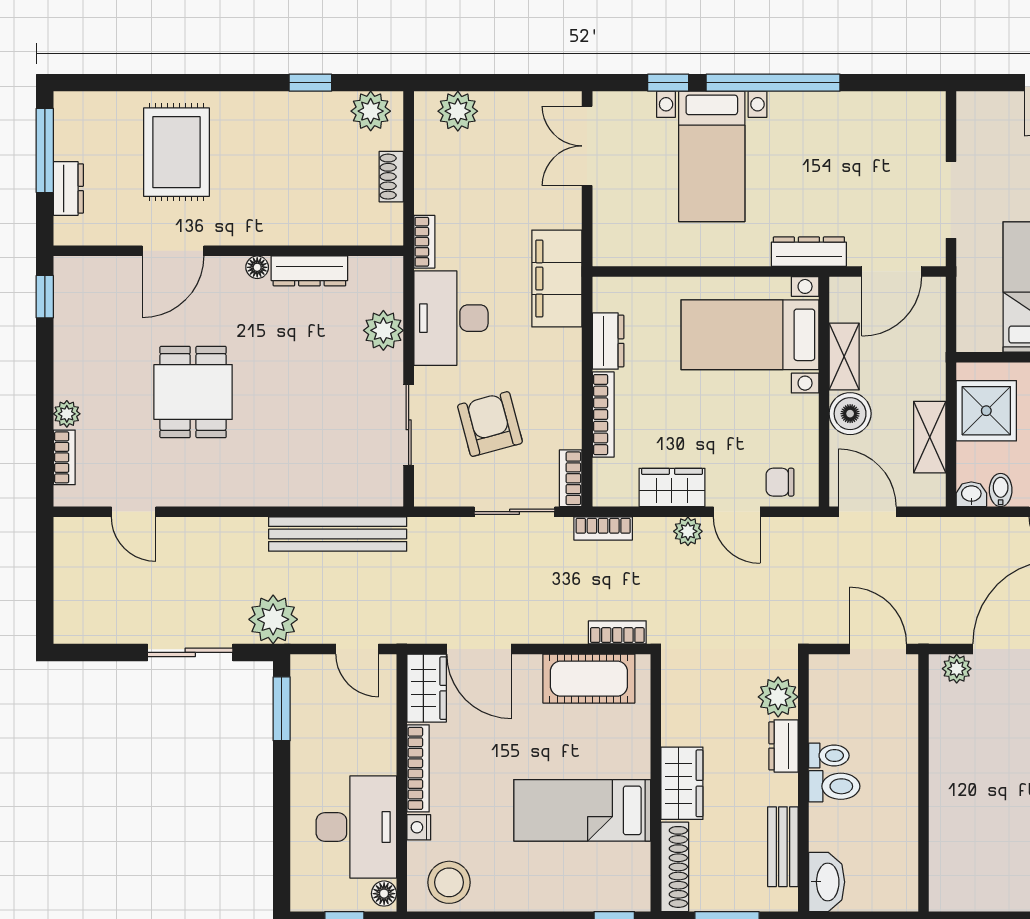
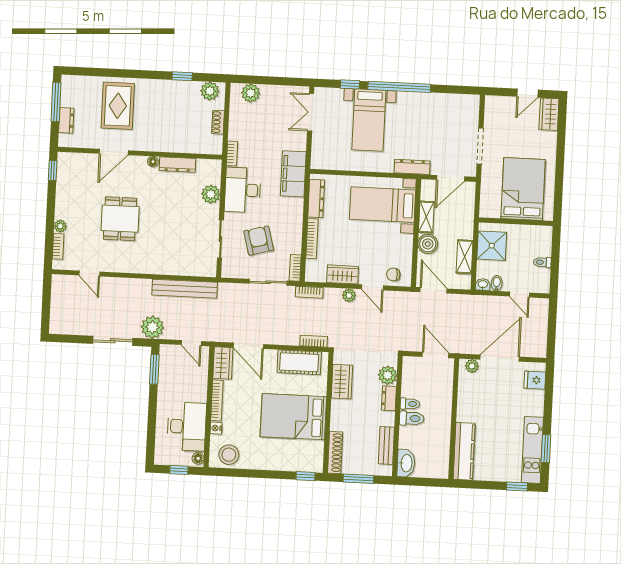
dresser: (608, 341) -> (316, 199), width x1.44
wardrobe: (682, 783) -> (342, 382), moved
bed: (582, 810) -> (293, 417), width x1.50
kitchen counter: (949, 851) -> (464, 451), added

